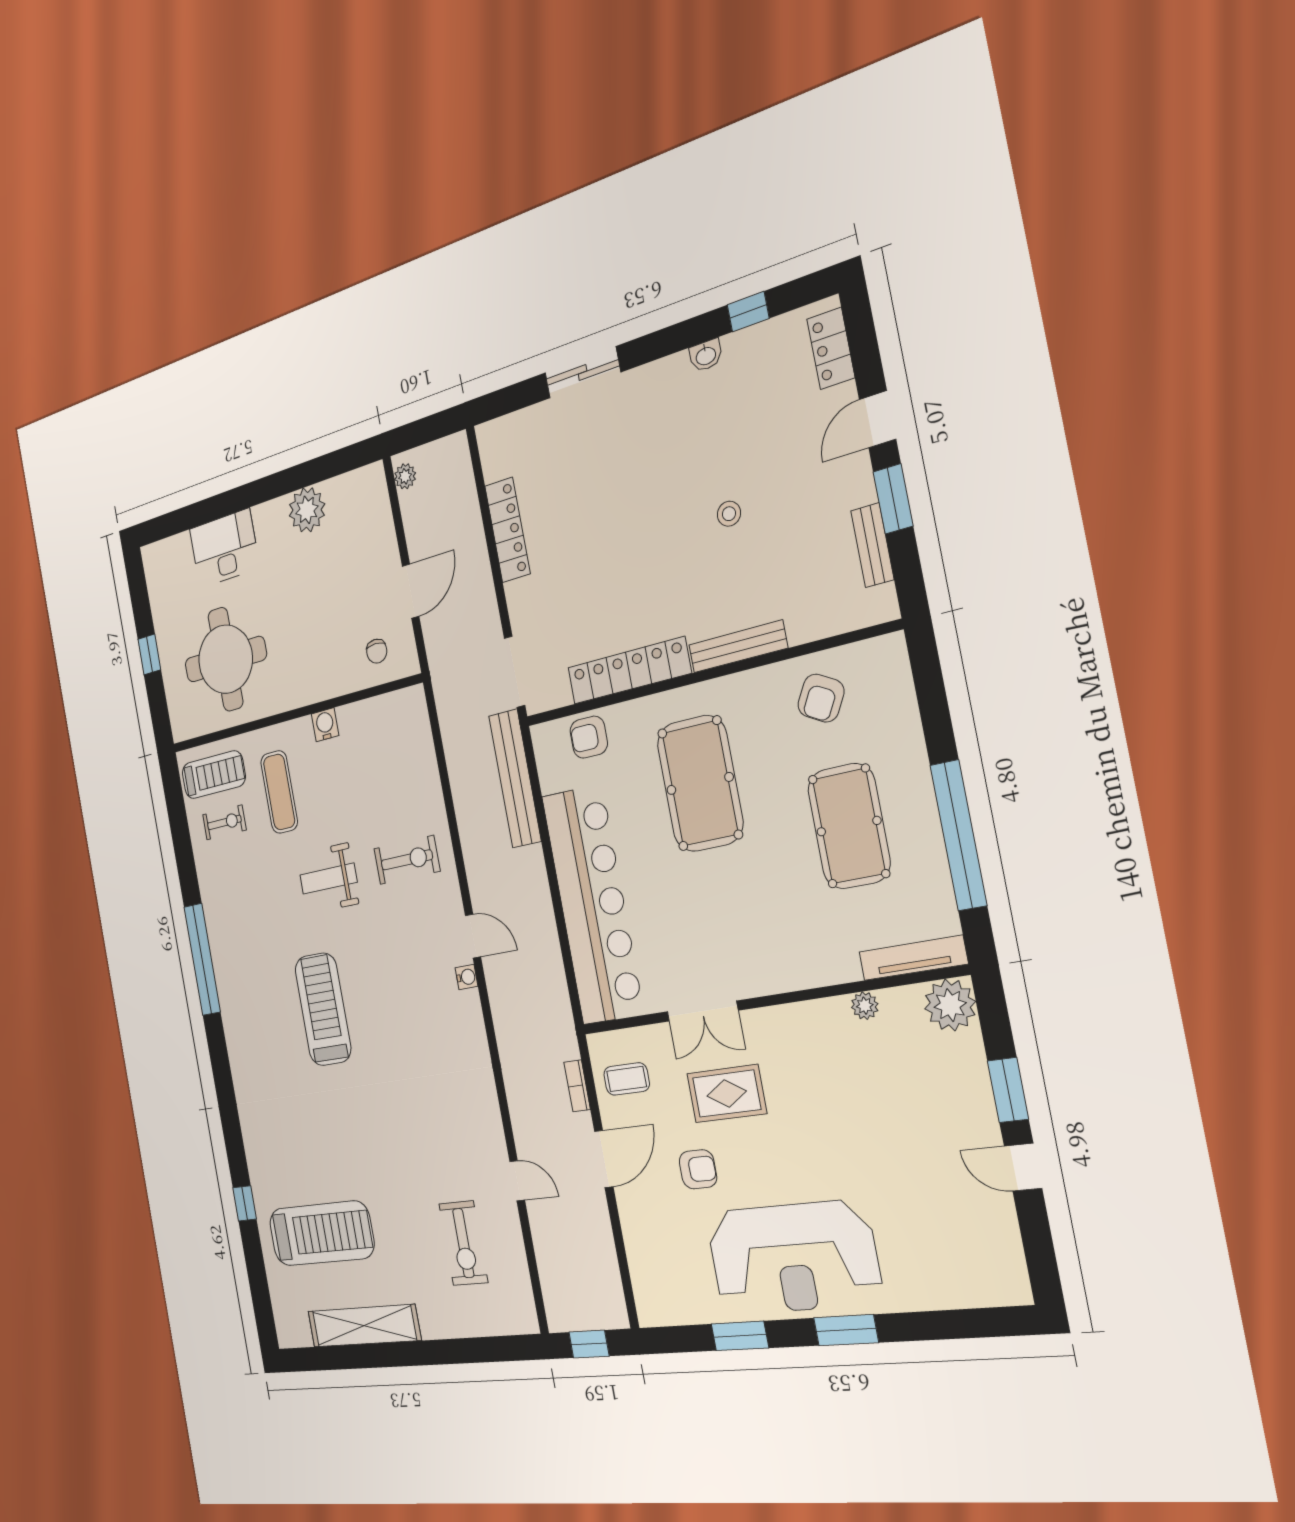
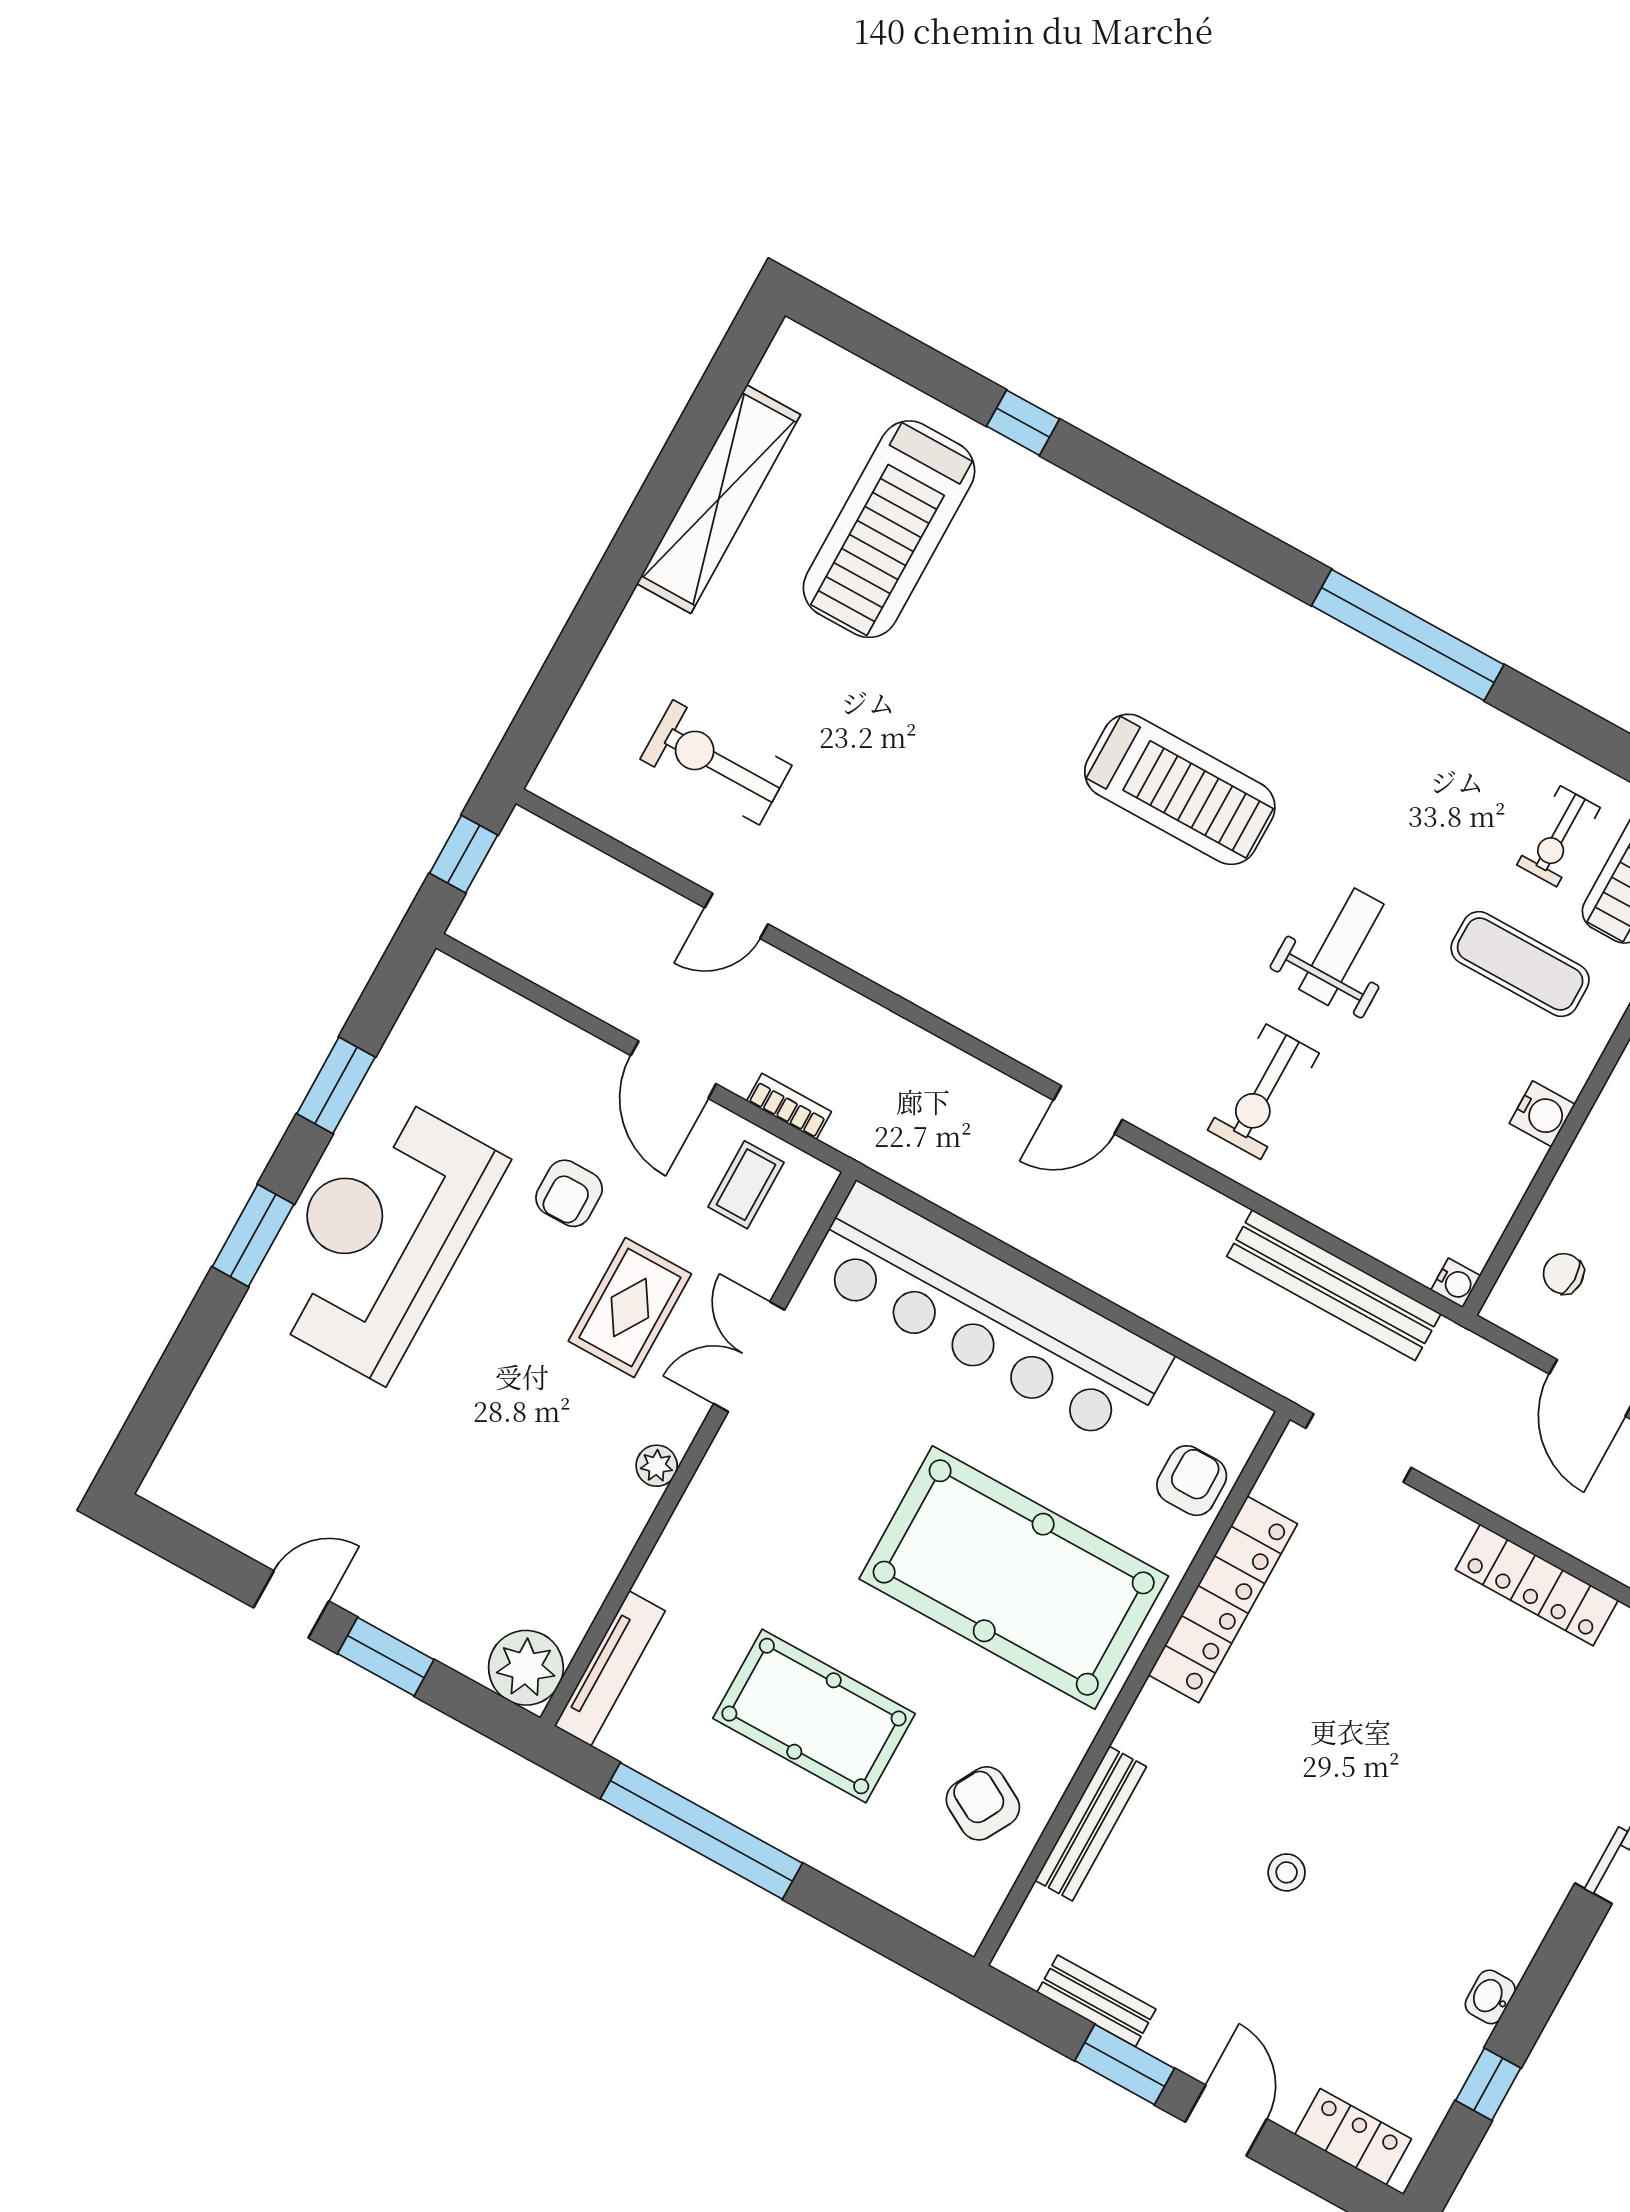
bench: (738, 646) -> (1091, 1823), moved
bench: (515, 778) -> (1334, 1285), moved
pool table: (700, 783) -> (1014, 1577), width x1.36, depth x1.32
water cooler: (467, 977) -> (1456, 1283), moved, turned -90
plant: (865, 1006) -> (657, 1466), moved

